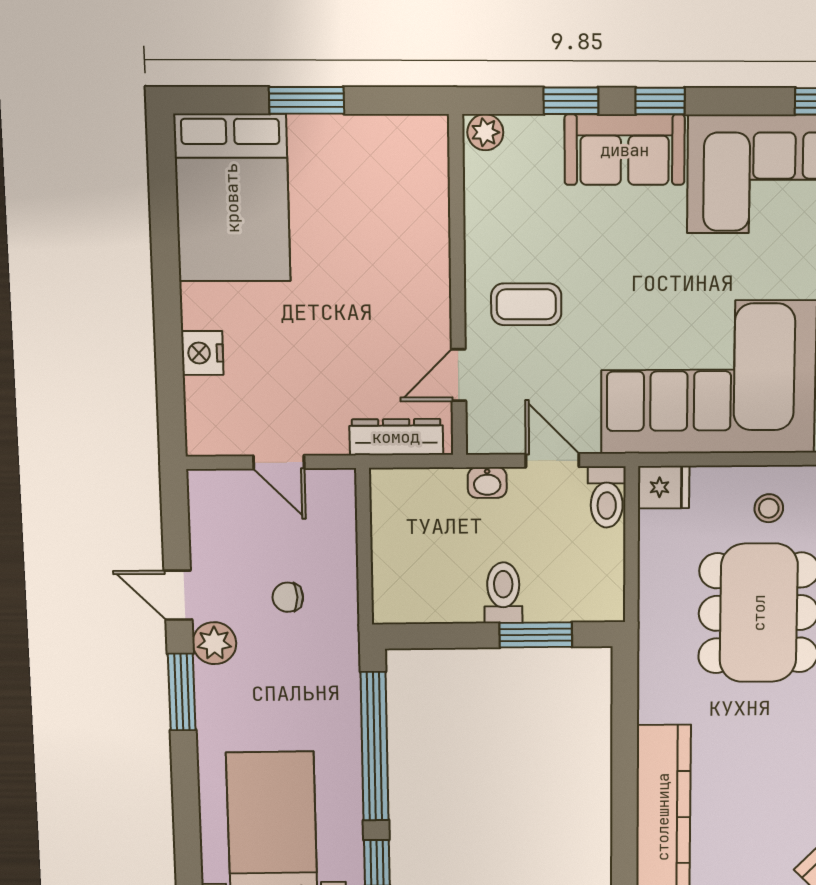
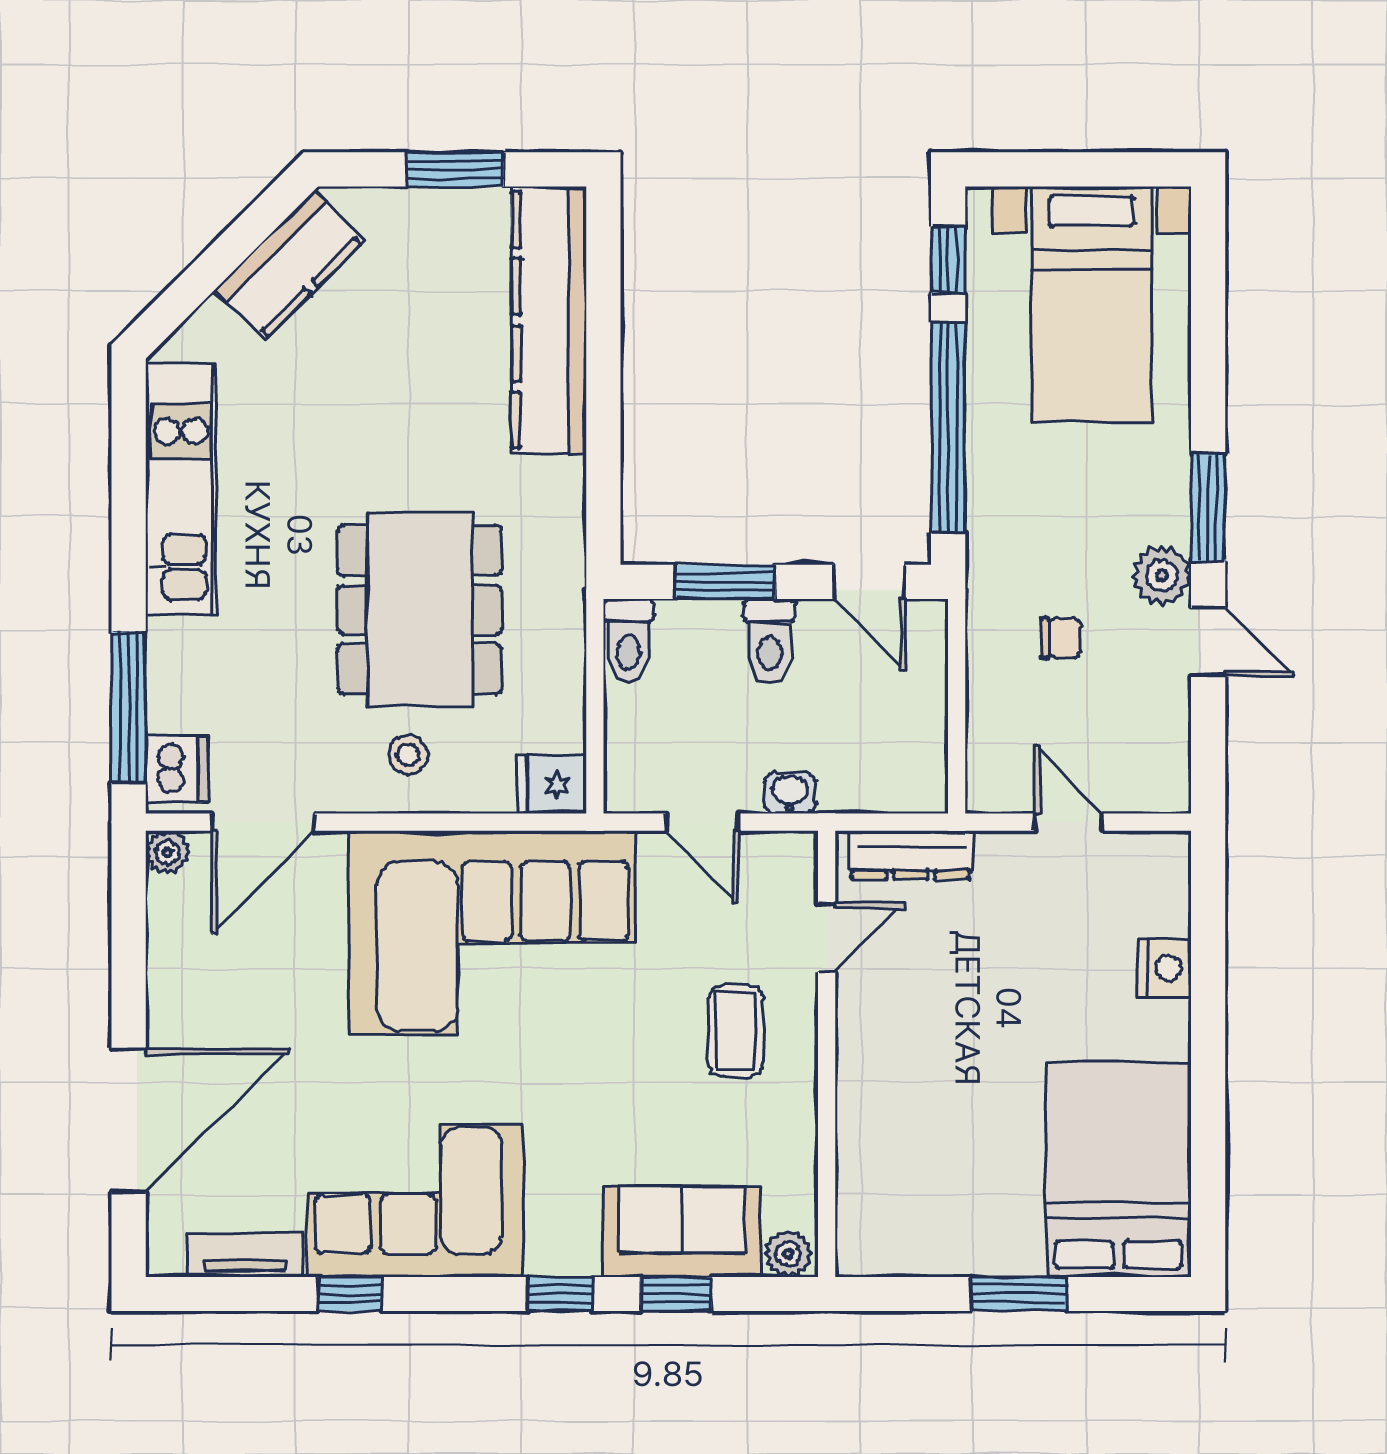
sofa: (625, 150) -> (682, 1232), moved
coffee table: (526, 304) -> (736, 1031), turned 90
toilet: (607, 497) -> (629, 641), moved, turned 180
door: (430, 636) -> (870, 582), added

